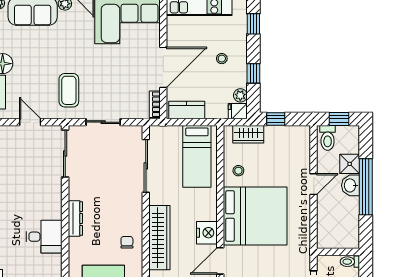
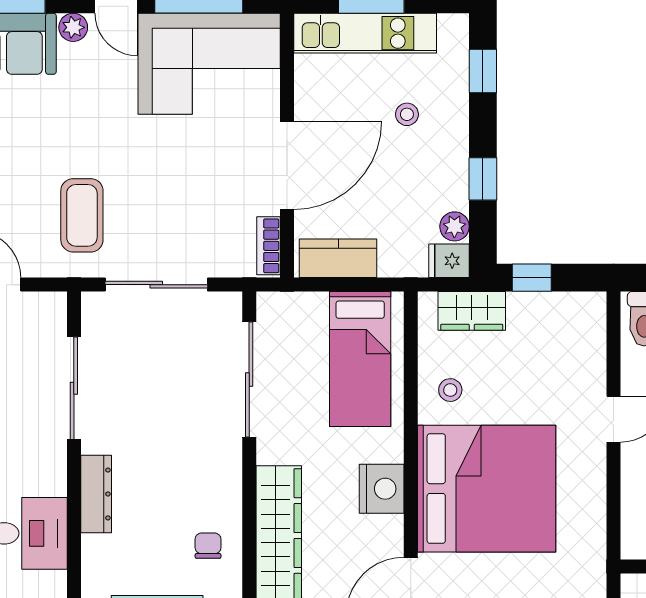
stool: (222, 59) -> (407, 114), moved
sliding door: (103, 122) -> (156, 285), width x1.37
sliding door: (65, 154) -> (74, 388), moved
nightstand: (207, 233) -> (382, 489), moved

